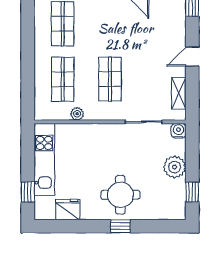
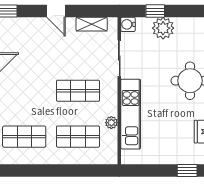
kitchen unit: (44, 160) -> (131, 114), moved, turned 90
window: (192, 192) -> (155, 11), moved

